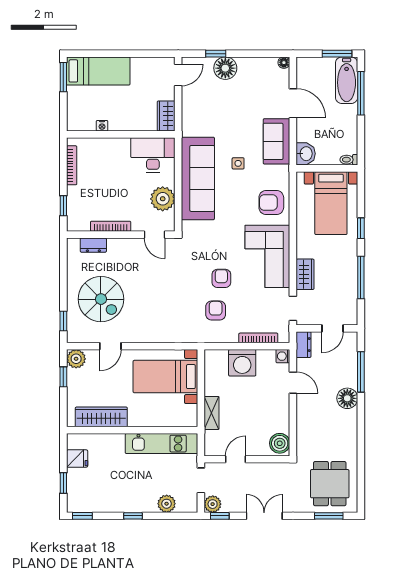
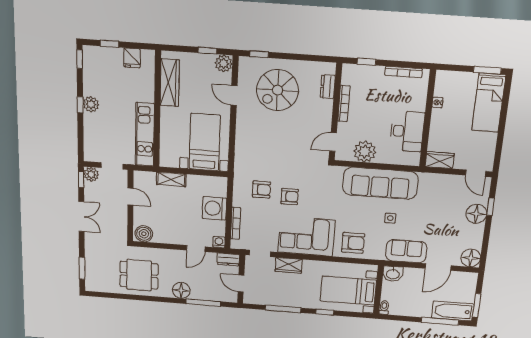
floor lamp: (284, 63) -> (471, 258), width x1.89, depth x1.89
desk: (153, 155) -> (407, 131), moved
armchair: (271, 203) -> (353, 243), turned 90
dining table: (330, 484) -> (139, 275), moved
plant: (167, 504) -> (91, 104), moved

